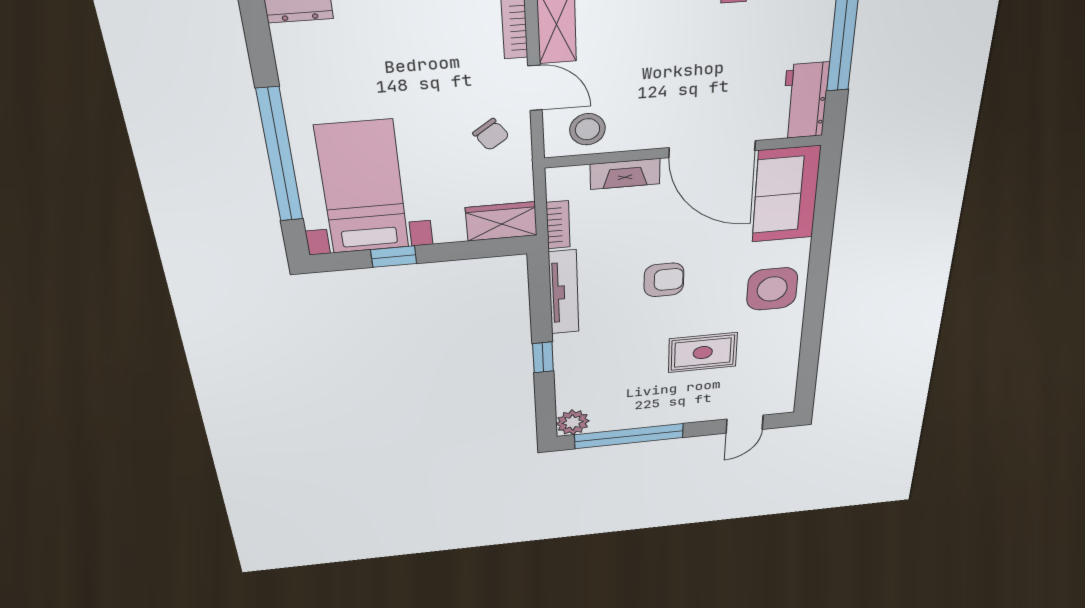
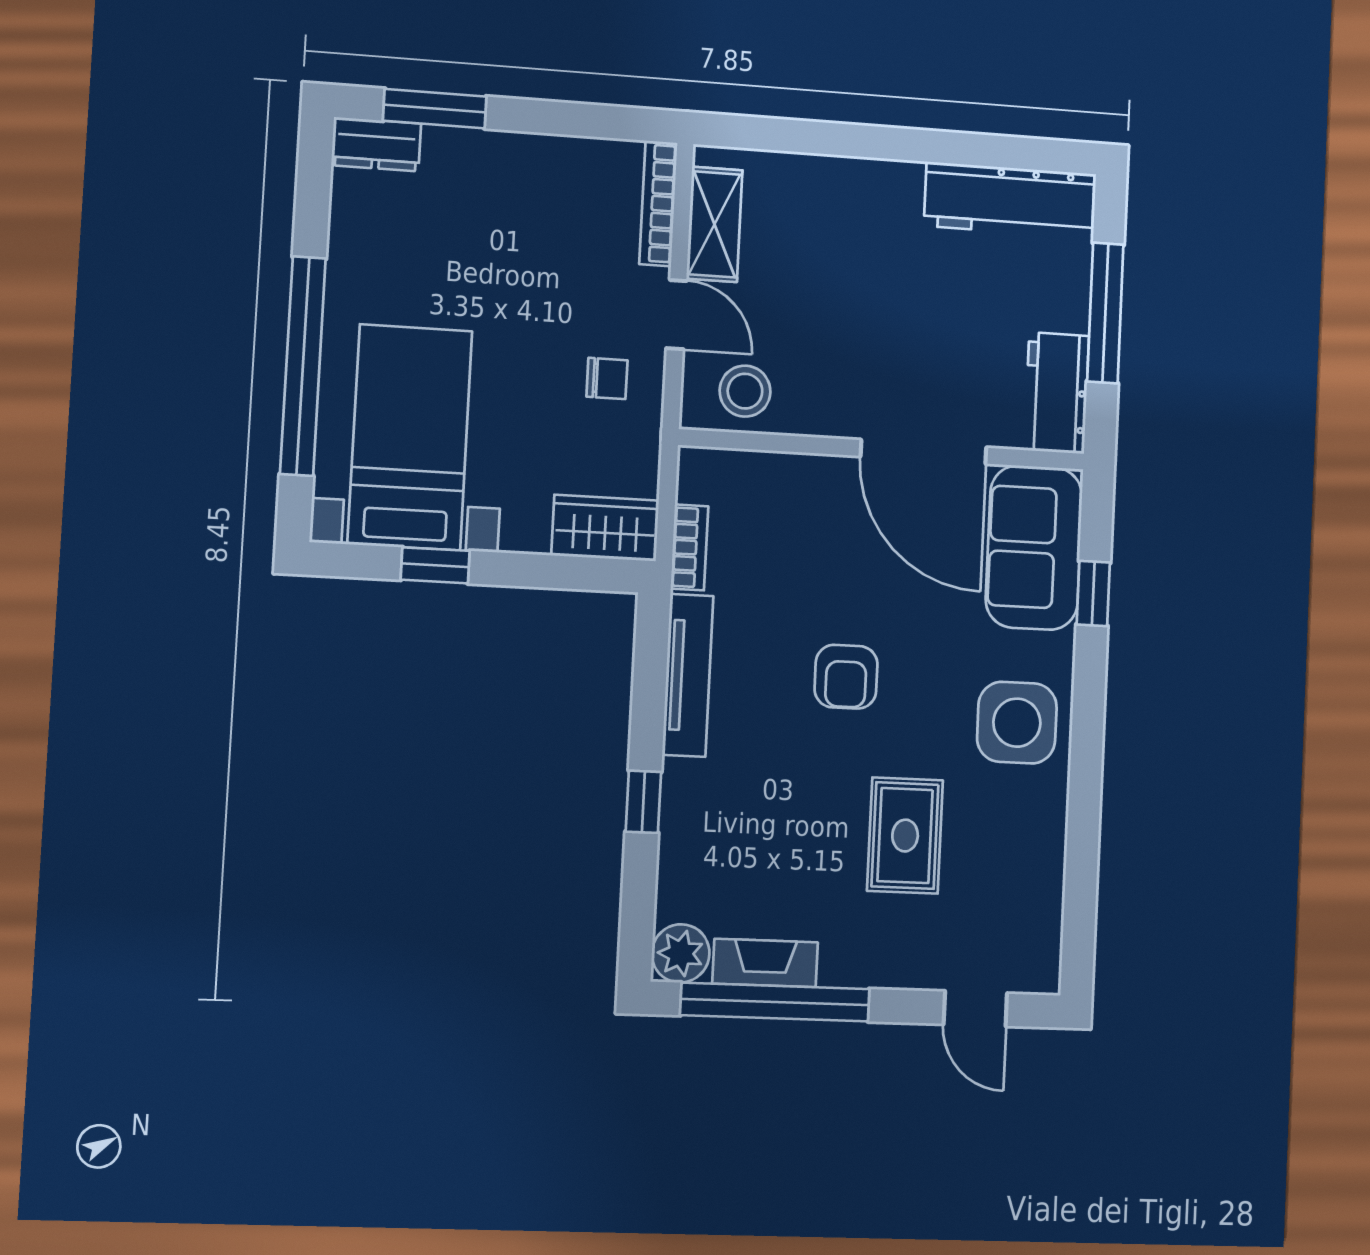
chair: (491, 135) -> (607, 378), turned -55
fireplace: (625, 174) -> (765, 963), moved, turned 180
window: (824, 215) -> (1093, 593), added
armchair: (664, 280) -> (846, 677), turned 90
rug: (703, 353) -> (905, 836), turned 90
door: (745, 424) -> (975, 1009), hinge flipped

